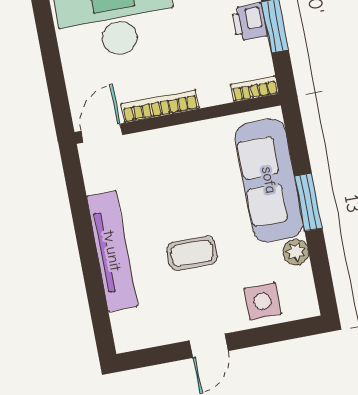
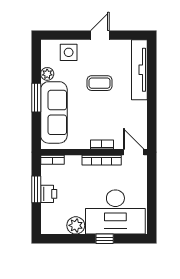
door: (102, 133) -> (134, 152), swing flipped
bookcase: (165, 136) -> (102, 145), added
tv unit: (112, 251) -> (139, 70), moved

